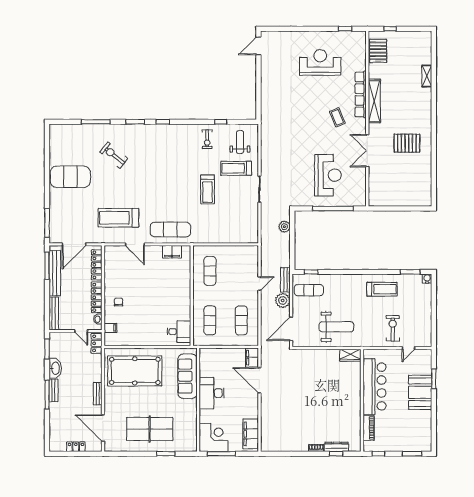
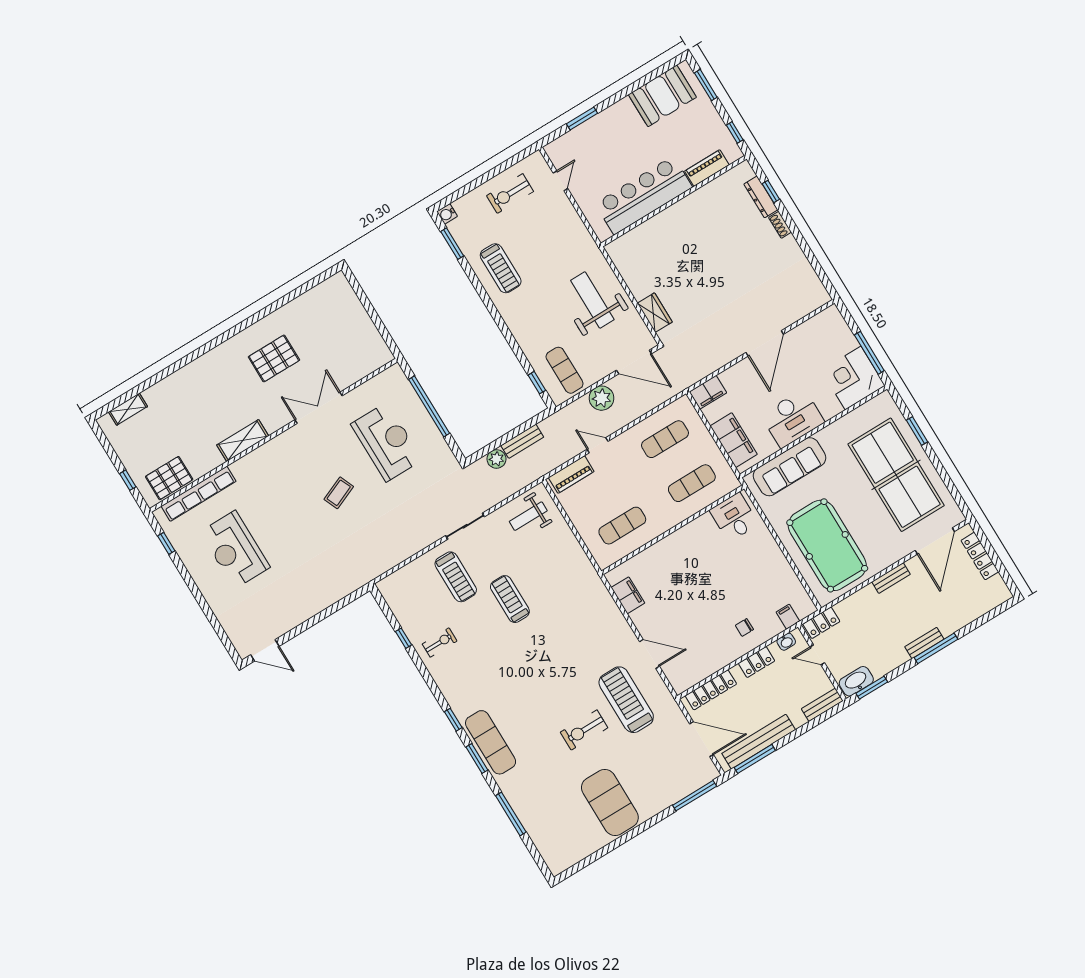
shelving: (427, 76) -> (128, 409), moved
row of seats: (361, 94) -> (199, 494), moved
shelving: (374, 101) -> (243, 440), width x0.68
coffee table: (337, 117) -> (339, 493), moved
weight bench: (240, 142) -> (528, 516), moved
pallet: (407, 143) -> (274, 358), turned 90
double door: (367, 151) -> (319, 408), swing flipped
exercise bike: (114, 155) -> (584, 730), moved, turned 51
reception desk: (328, 175) -> (387, 442), turned 90
treadmill: (207, 189) -> (510, 599), turned -90
treadmill: (118, 218) -> (626, 700), turned 180
exercise mat: (170, 230) -> (491, 742), moved
door: (135, 244) -> (649, 654), hinge flipped
piano: (253, 261) -> (571, 474), added
bench: (285, 280) -> (522, 441), moved
treadmill: (382, 289) -> (501, 268), turned 180
locker: (97, 297) -> (757, 662), width x0.66
bench: (54, 313) -> (822, 705), width x0.73
exercise bike: (393, 328) -> (510, 194), moved
door: (81, 331) -> (817, 655), swing flipped
door: (408, 348) -> (560, 181), hinge flipped
wardrobe: (350, 355) -> (655, 313), moved
washbasin: (55, 368) -> (856, 681), moved
door: (259, 380) -> (765, 343), moved
booth: (420, 392) -> (662, 96), moved
table tennis table: (150, 429) -> (896, 475), width x1.36, depth x1.32
filing cabinet: (251, 434) -> (734, 440), moved, turned -90
locker: (76, 447) -> (980, 556), width x1.53

